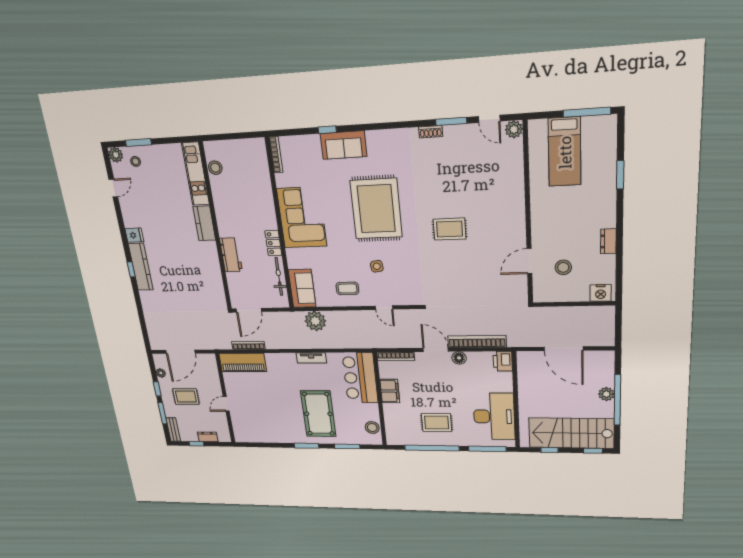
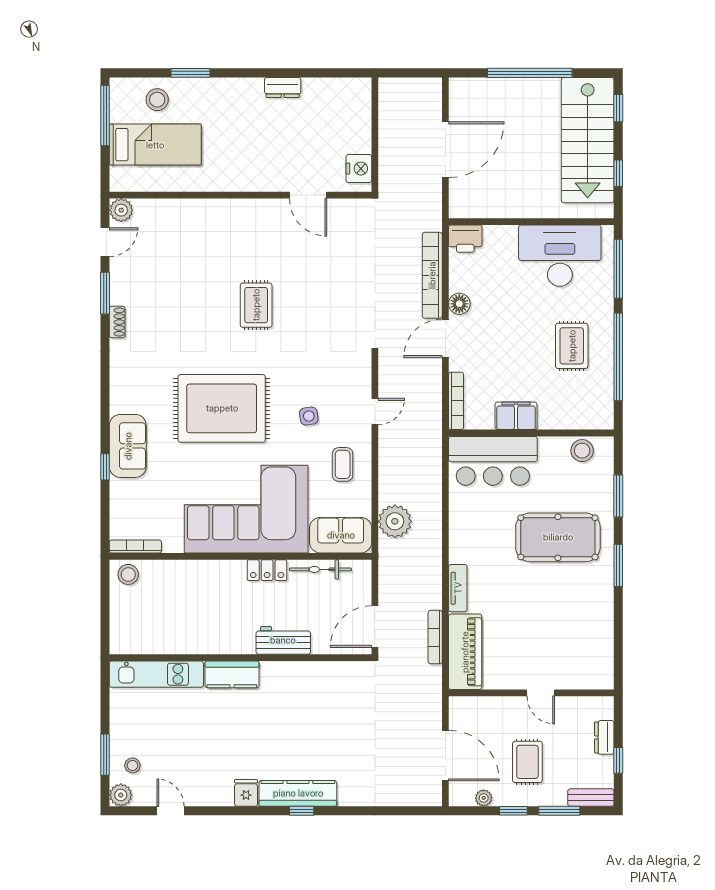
stool: (215, 168) -> (128, 574), moved
corner sofa: (302, 218) -> (246, 509), width x1.36, depth x1.36
stool: (563, 267) -> (157, 100), moved
nightstand: (601, 293) -> (359, 169), moved
door: (249, 310) -> (375, 627), swing flipped
tv unit: (311, 358) -> (458, 588), moved
plant: (606, 394) -> (520, 89), removed

